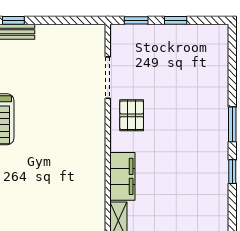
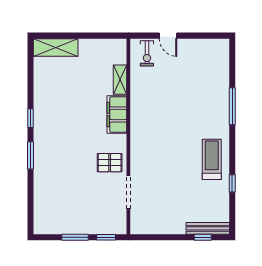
window: (176, 20) -> (75, 237), width x1.50
pallet: (132, 115) -> (110, 163), turned 90

